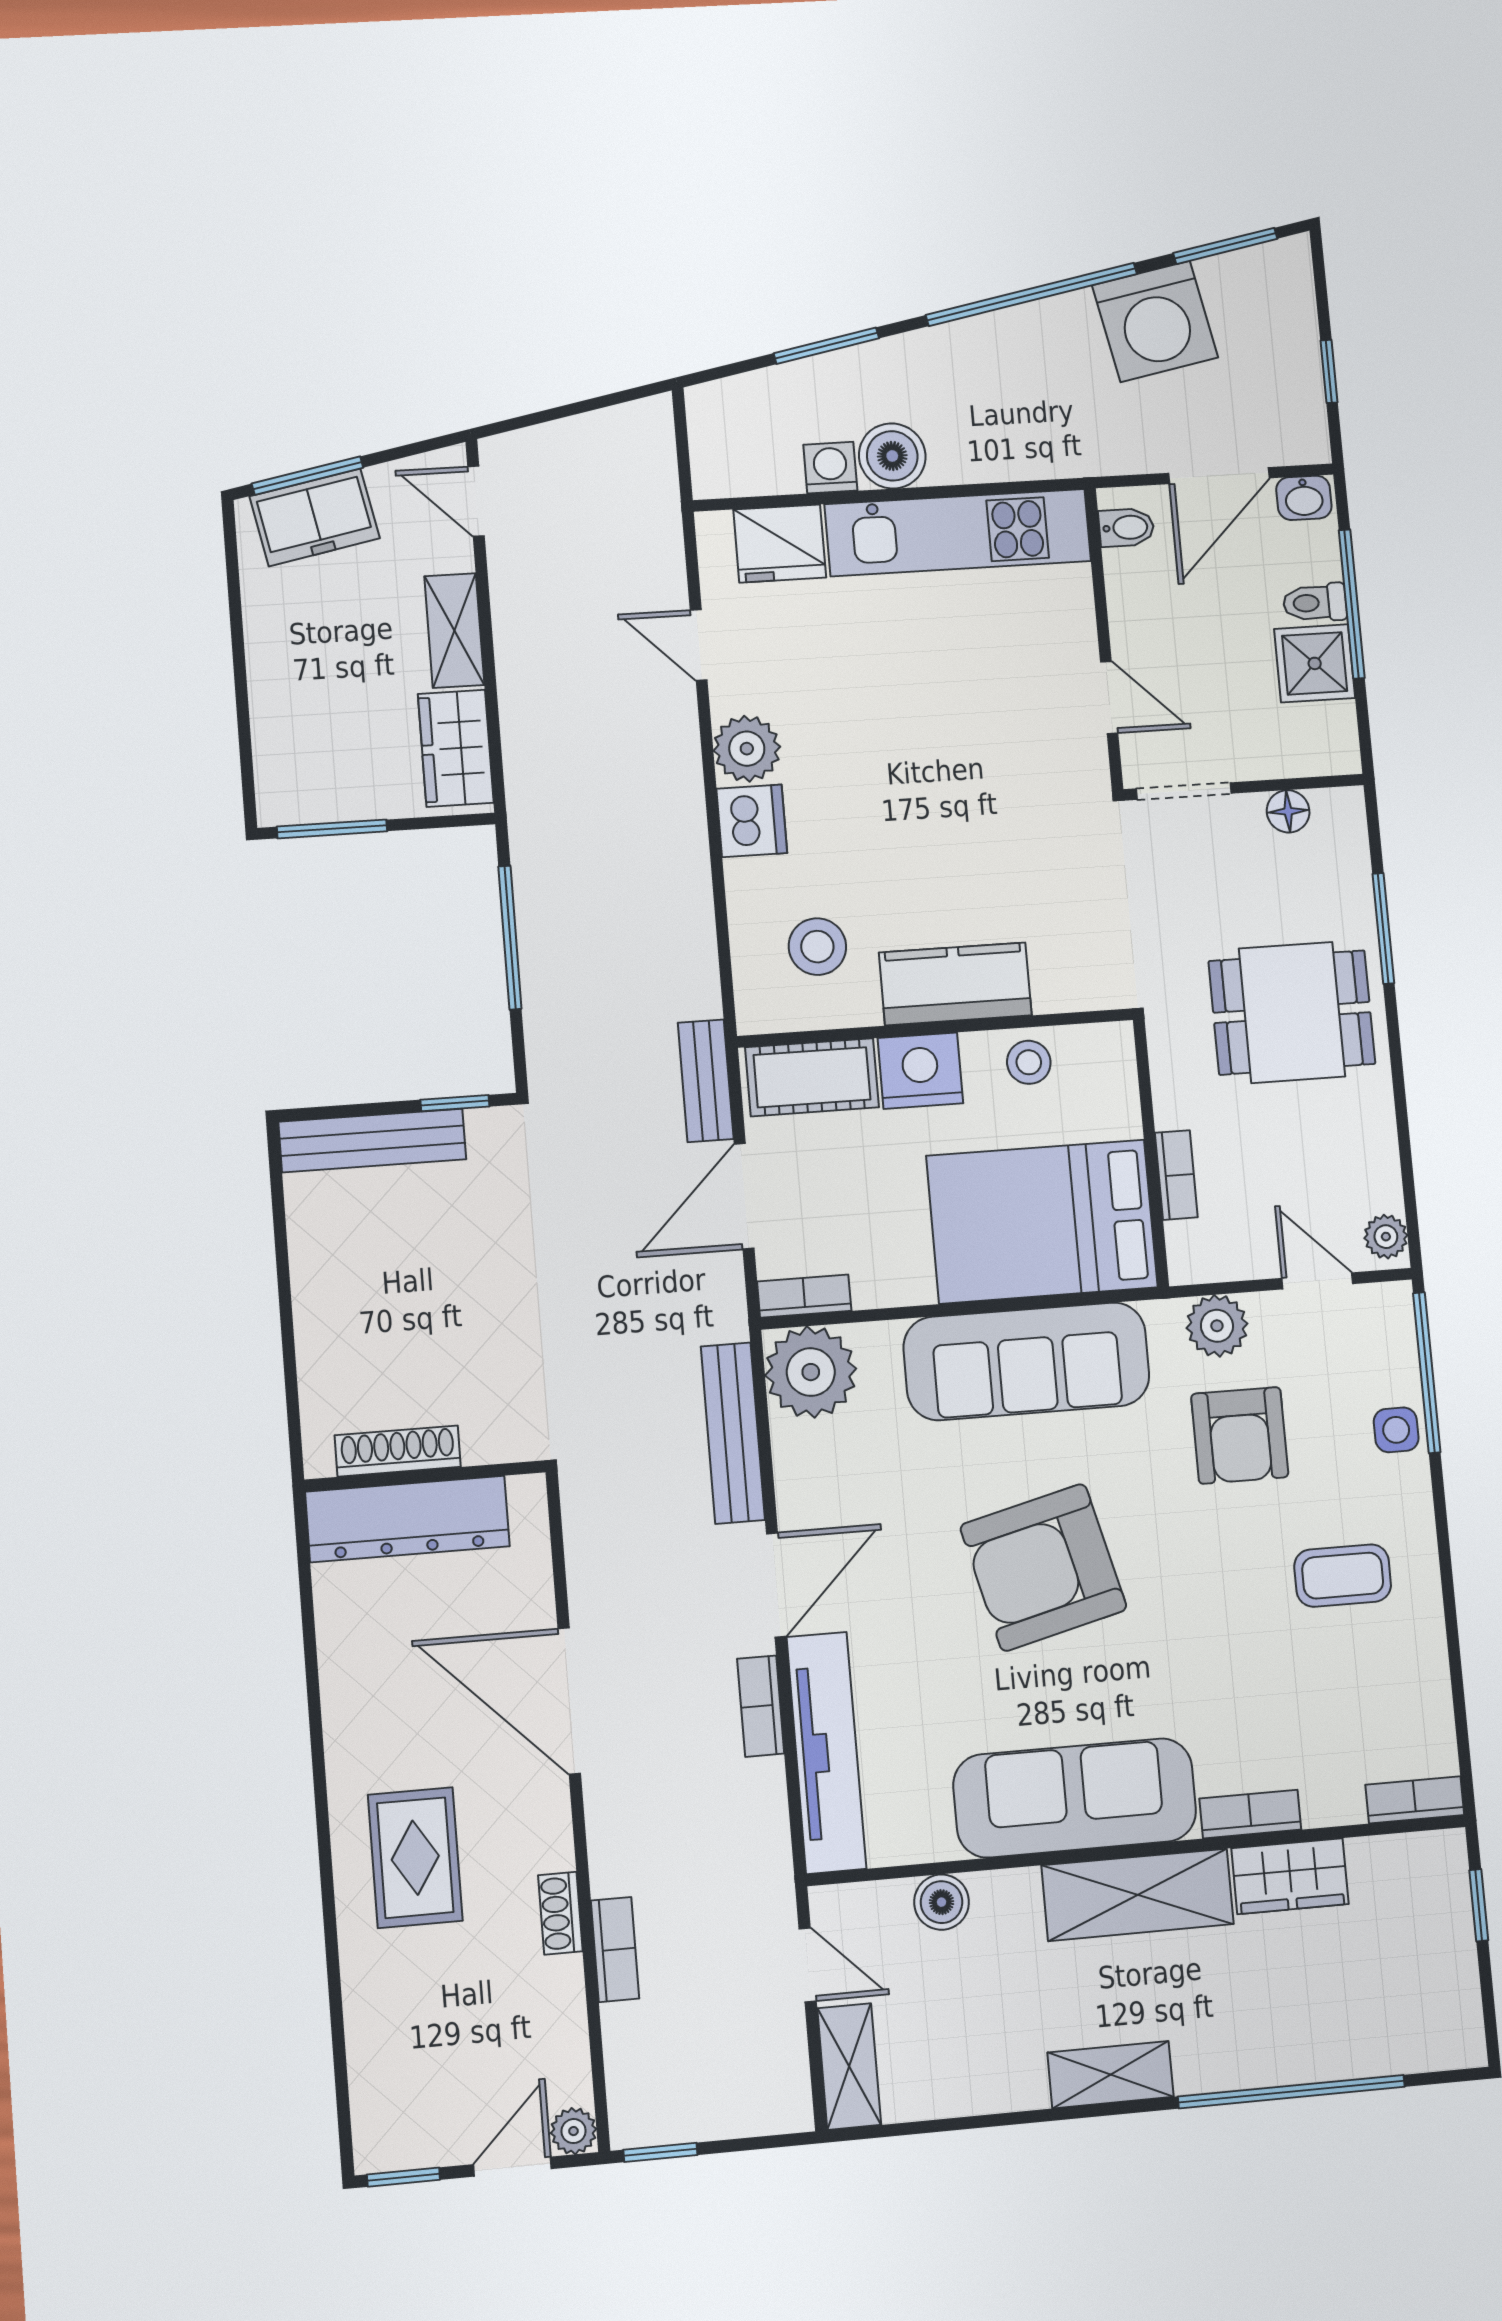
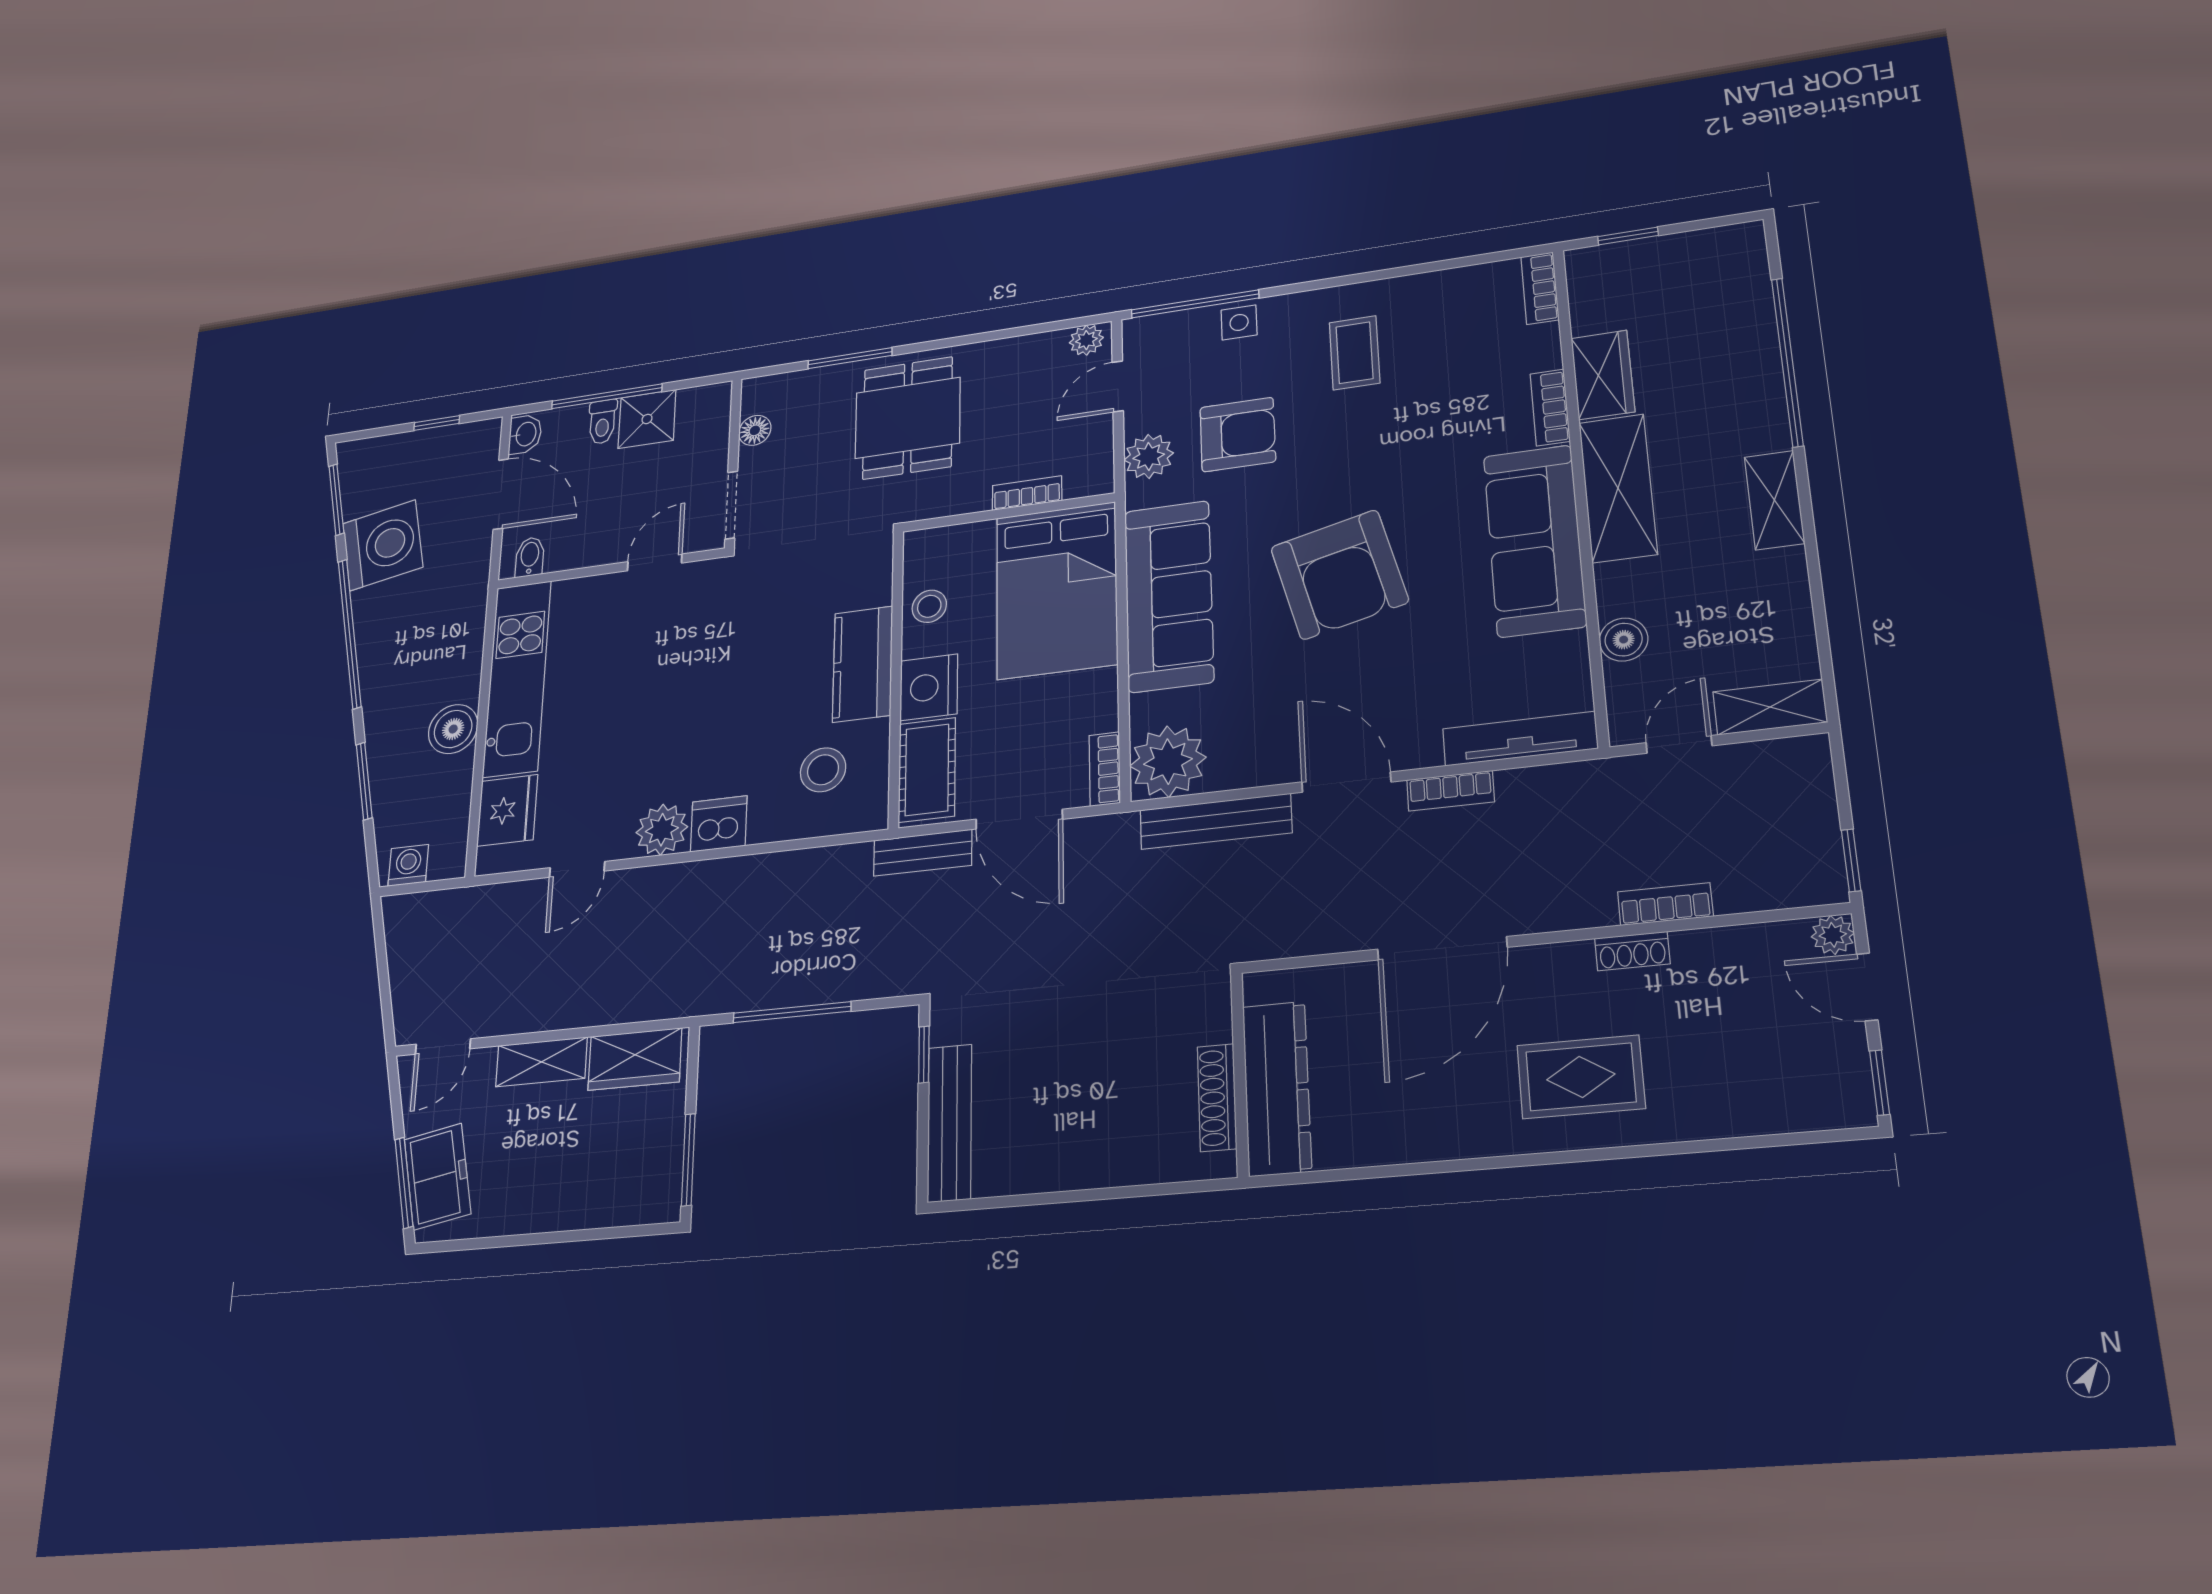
washing machine: (830, 468) -> (408, 865), moved, turned 90
tv unit: (826, 1753) -> (1520, 739), width x0.73, depth x0.78

